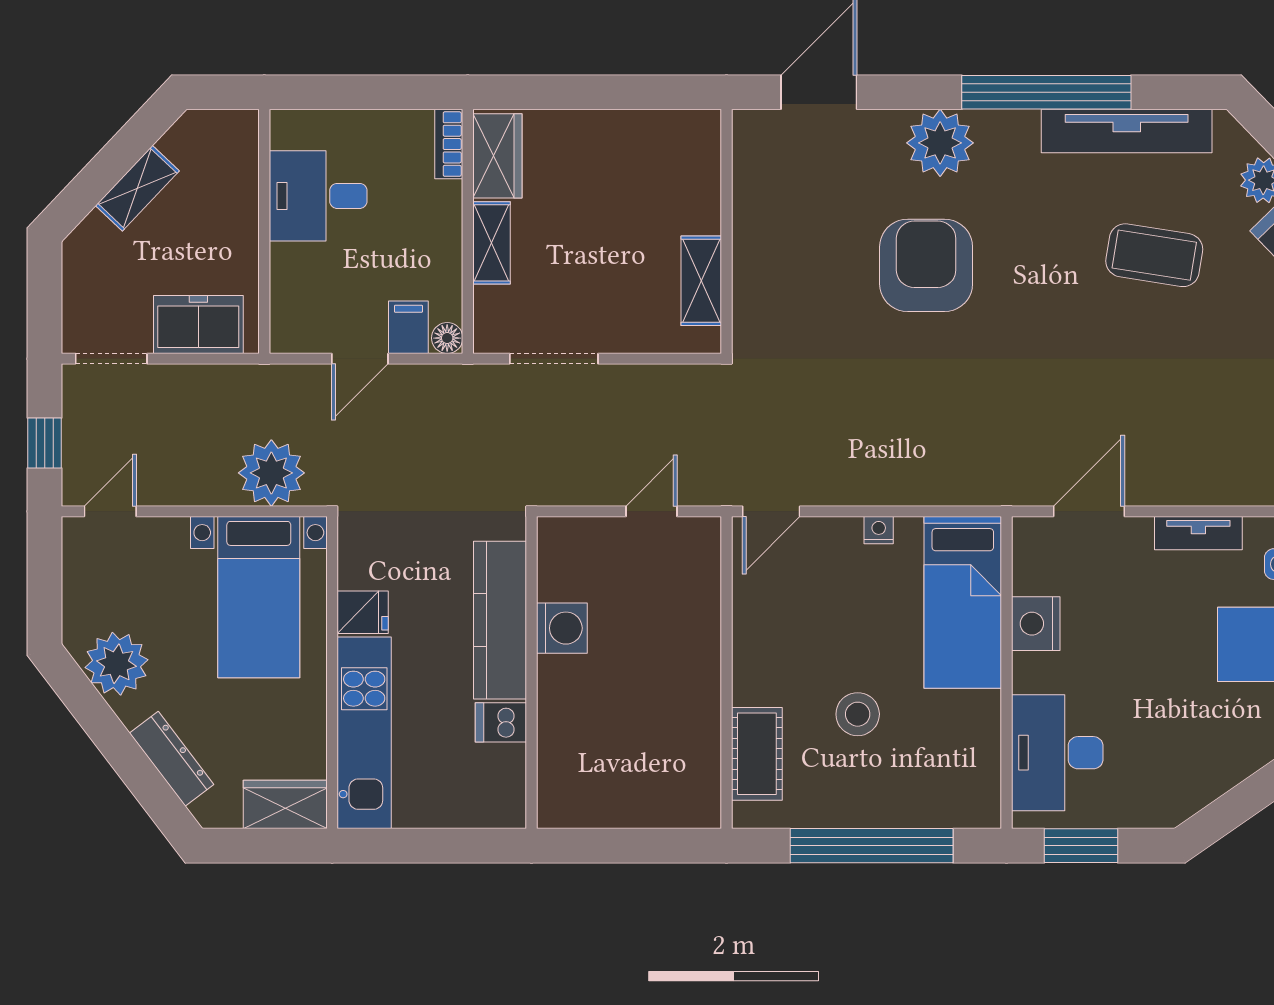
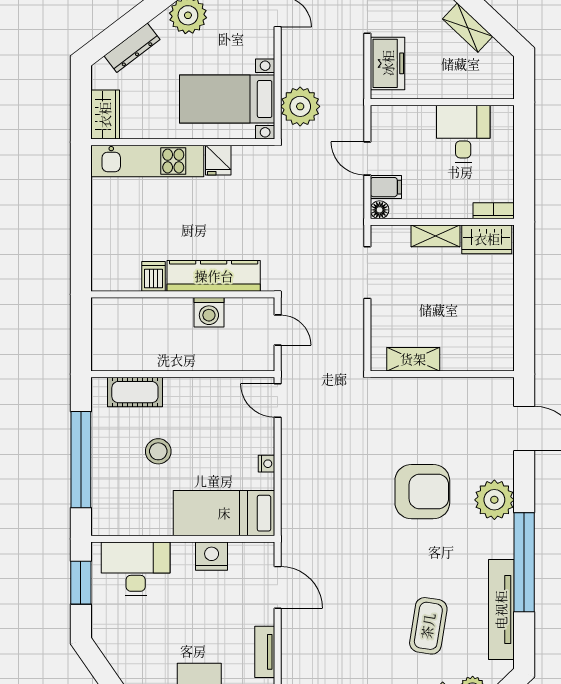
kitchen counter: (500, 620) -> (214, 276), moved
washing machine: (562, 628) -> (209, 312), moved
wall: (531, 673) -> (183, 294), moved
dishwasher: (501, 722) -> (153, 276), moved

